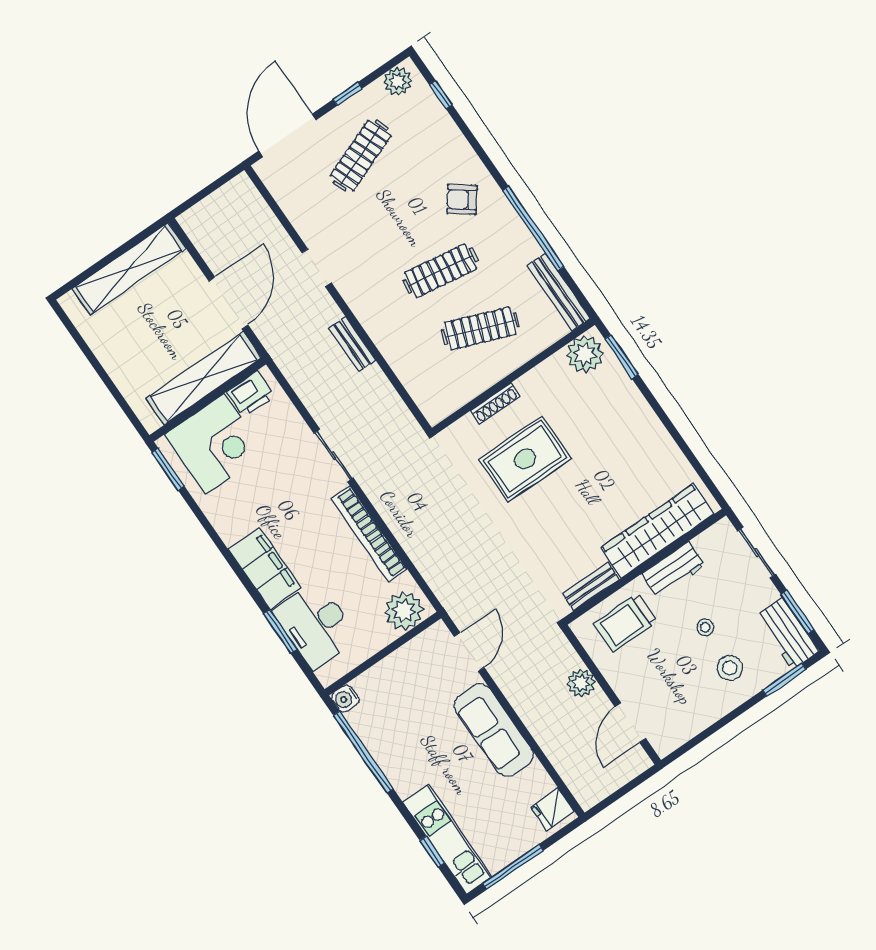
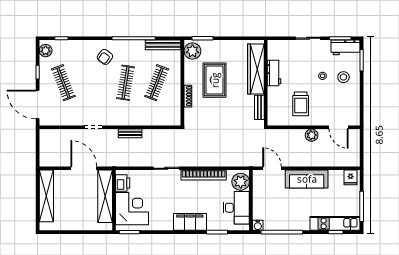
rug: (525, 459) -> (215, 80), moved
wardrobe: (657, 531) -> (256, 69), moved
wall: (645, 567) -> (266, 83), moved
workbench: (673, 570) -> (274, 73), moved
bench: (591, 586) -> (259, 107), moved
desk: (316, 625) -> (236, 208), moved, turned -90

